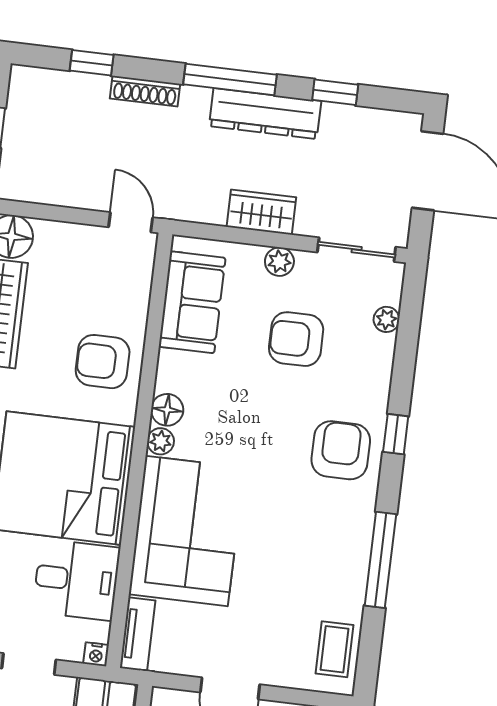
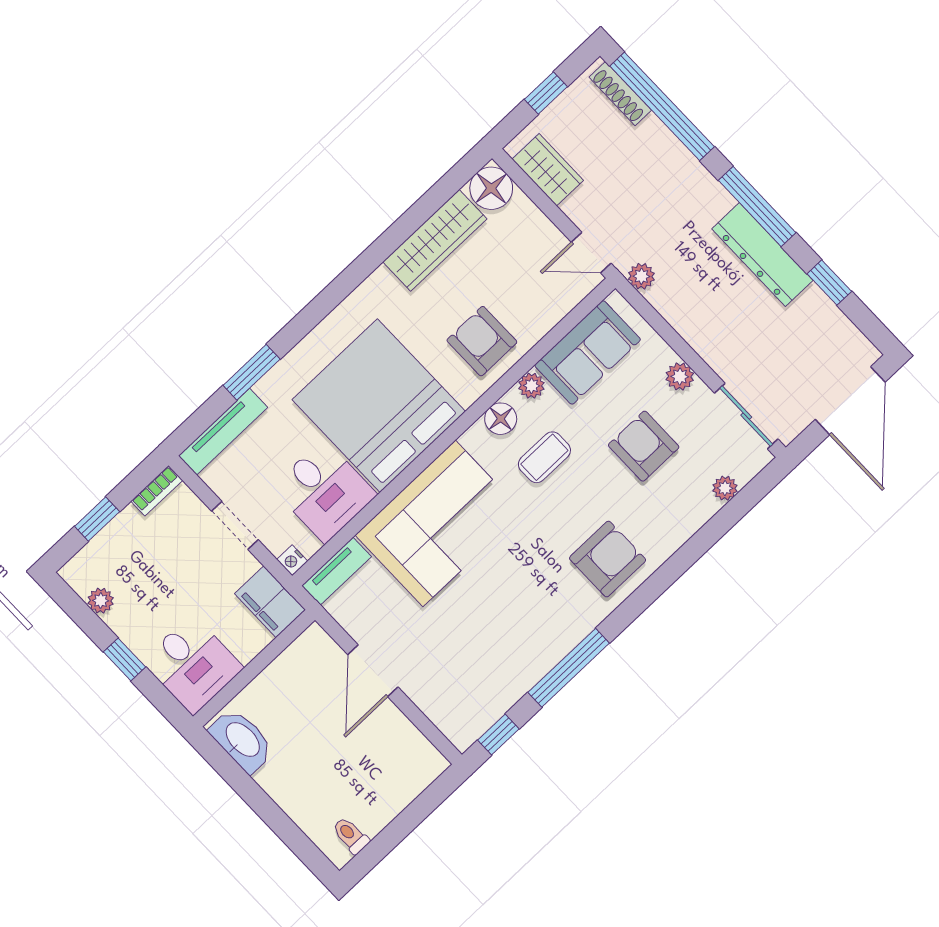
window: (92, 63) -> (662, 106), width x3.17
shoe rack: (145, 91) -> (620, 94), moved
plant: (185, 208) -> (641, 276), added
wardrobe: (261, 212) -> (548, 170), moved
door: (131, 222) -> (591, 253), swing flipped
window: (396, 434) -> (498, 734), moved
plant: (161, 441) -> (531, 386), moved
coffee table: (334, 649) -> (544, 457), moved

